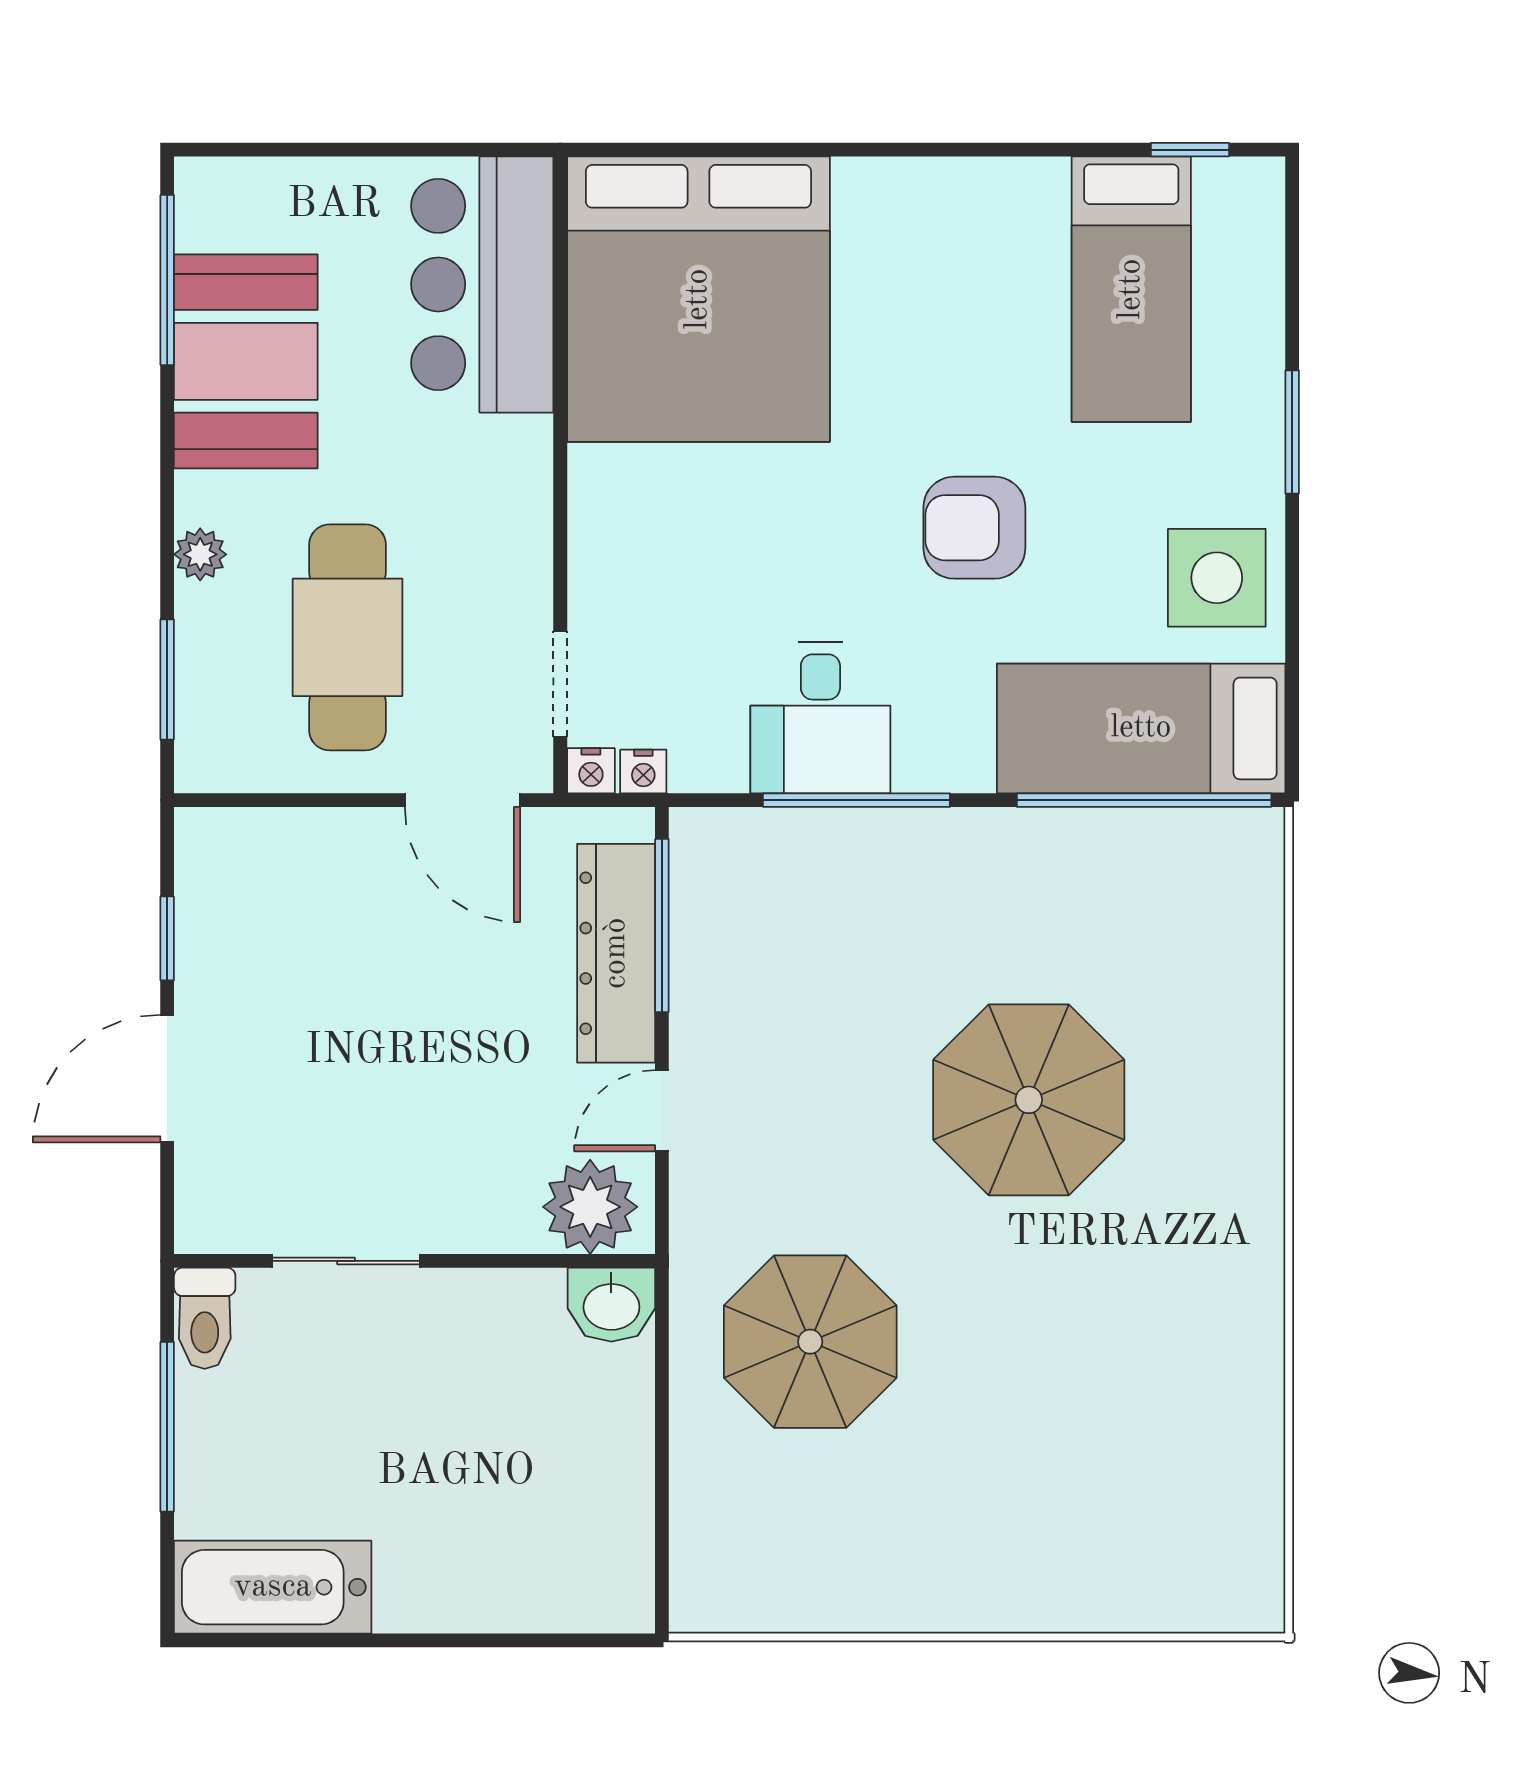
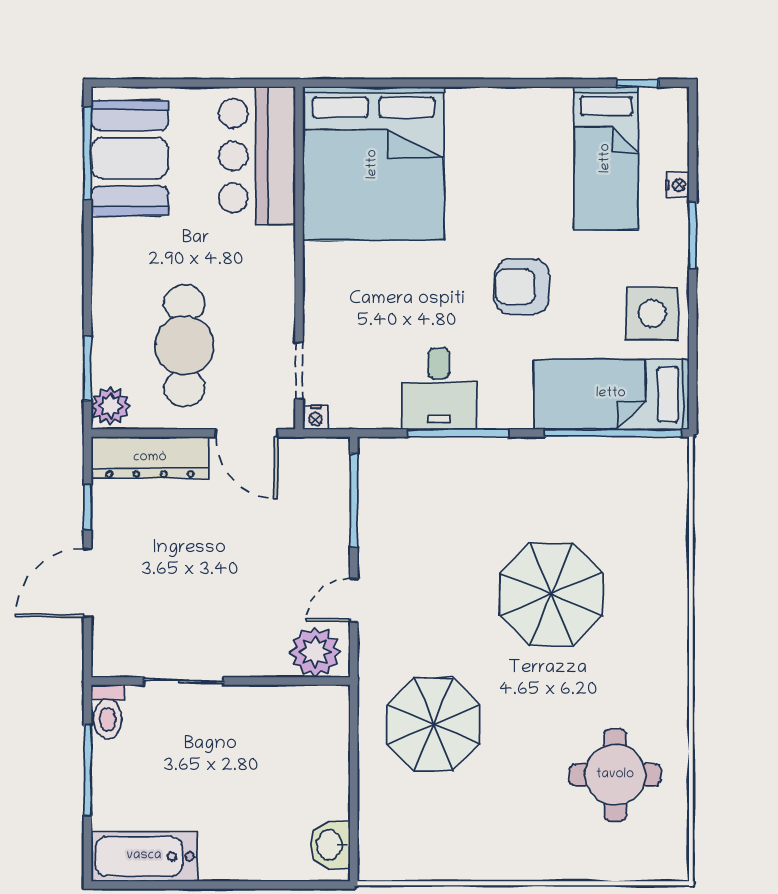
booth: (246, 361) -> (130, 158), moved
plant: (200, 554) -> (111, 406), moved, width x1.38, depth x1.38
nightstand: (643, 772) -> (677, 185), moved, turned -90
dresser: (616, 953) -> (150, 458), moved, turned -90
washbasin: (611, 1305) -> (330, 845), moved, turned 90
round table: (1148, 1436) -> (615, 775), added

